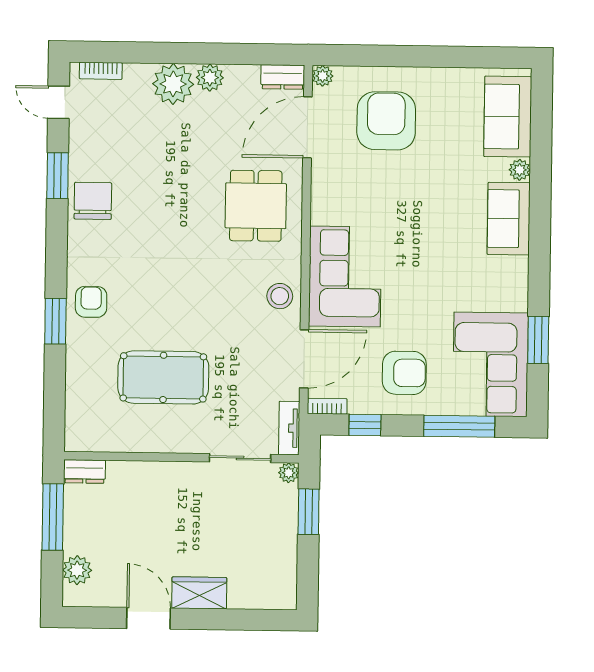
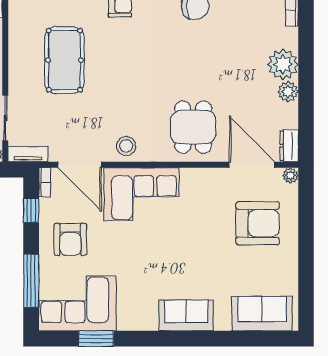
plant: (520, 170) -> (223, 323), removed
dining table: (256, 206) -> (193, 127), turned 90

